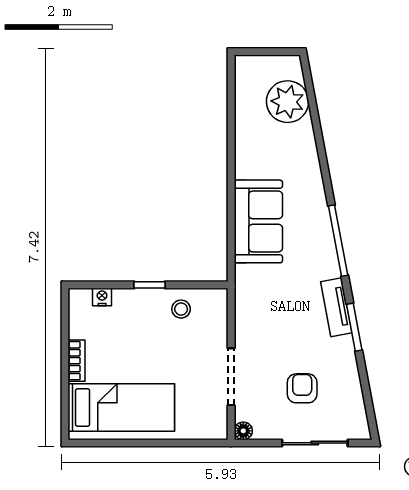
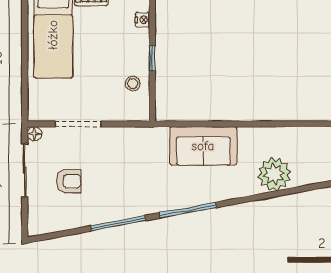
plant: (288, 102) -> (274, 174), moved
tv unit: (336, 307) -> (134, 209), removed
window: (354, 327) -> (118, 223), width x1.44
sliding door: (315, 443) -> (25, 170), moved

